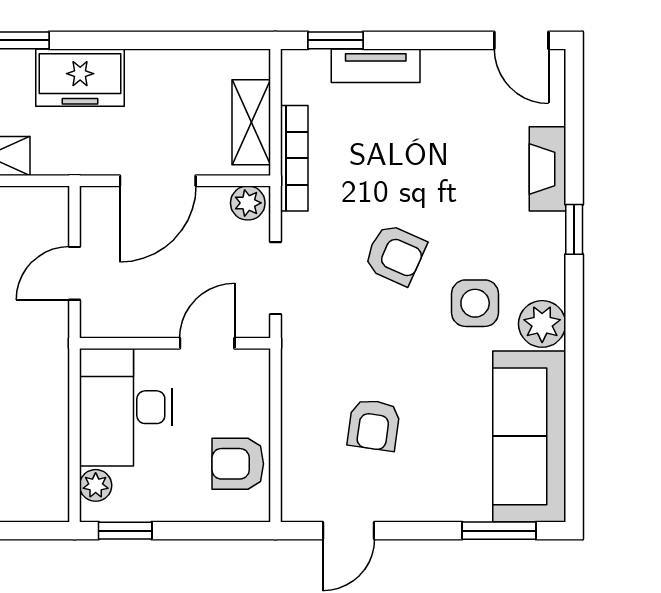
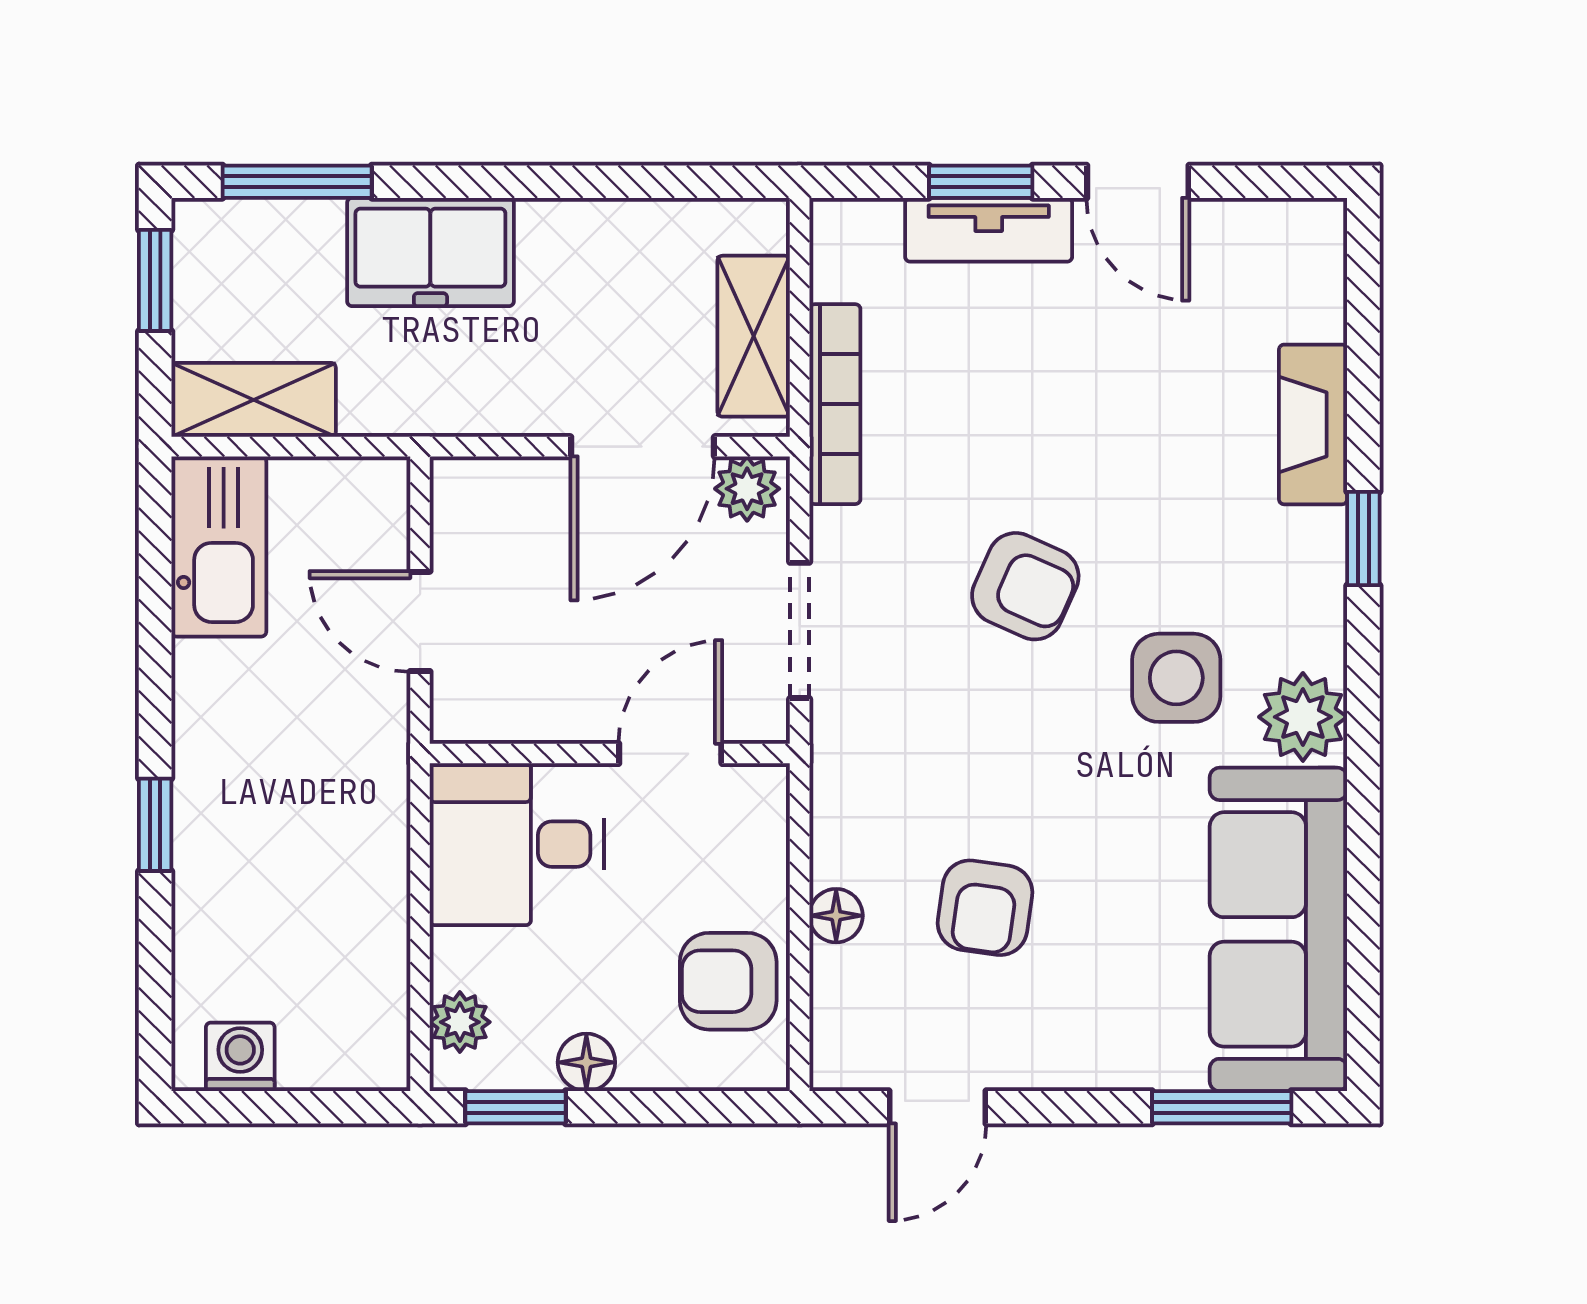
window: (336, 40) -> (981, 182), moved
door: (521, 40) -> (1138, 182), moved
door: (158, 181) -> (643, 447), moved
door: (75, 273) -> (420, 621), hinge flipped
desk: (126, 407) -> (517, 844), width x0.73
floor lamp: (295, 429) -> (836, 916), added
floor lamp: (163, 507) -> (586, 1062), added

